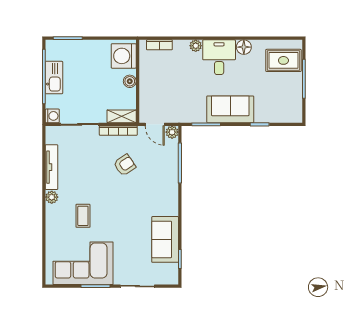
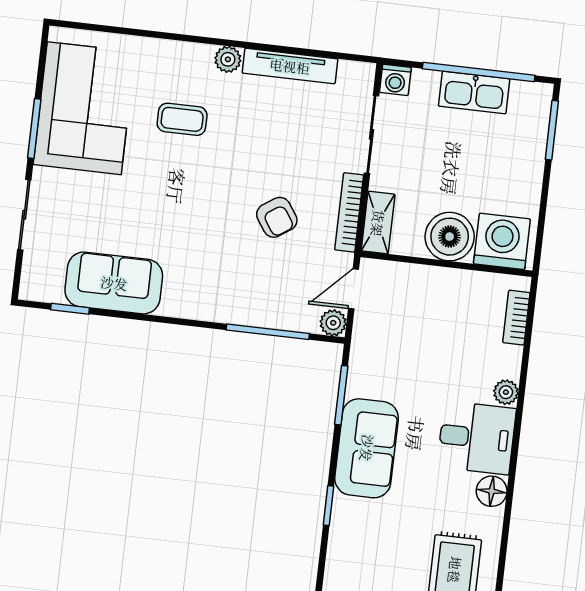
boiler: (130, 81) -> (450, 237), width x1.86, depth x1.86

